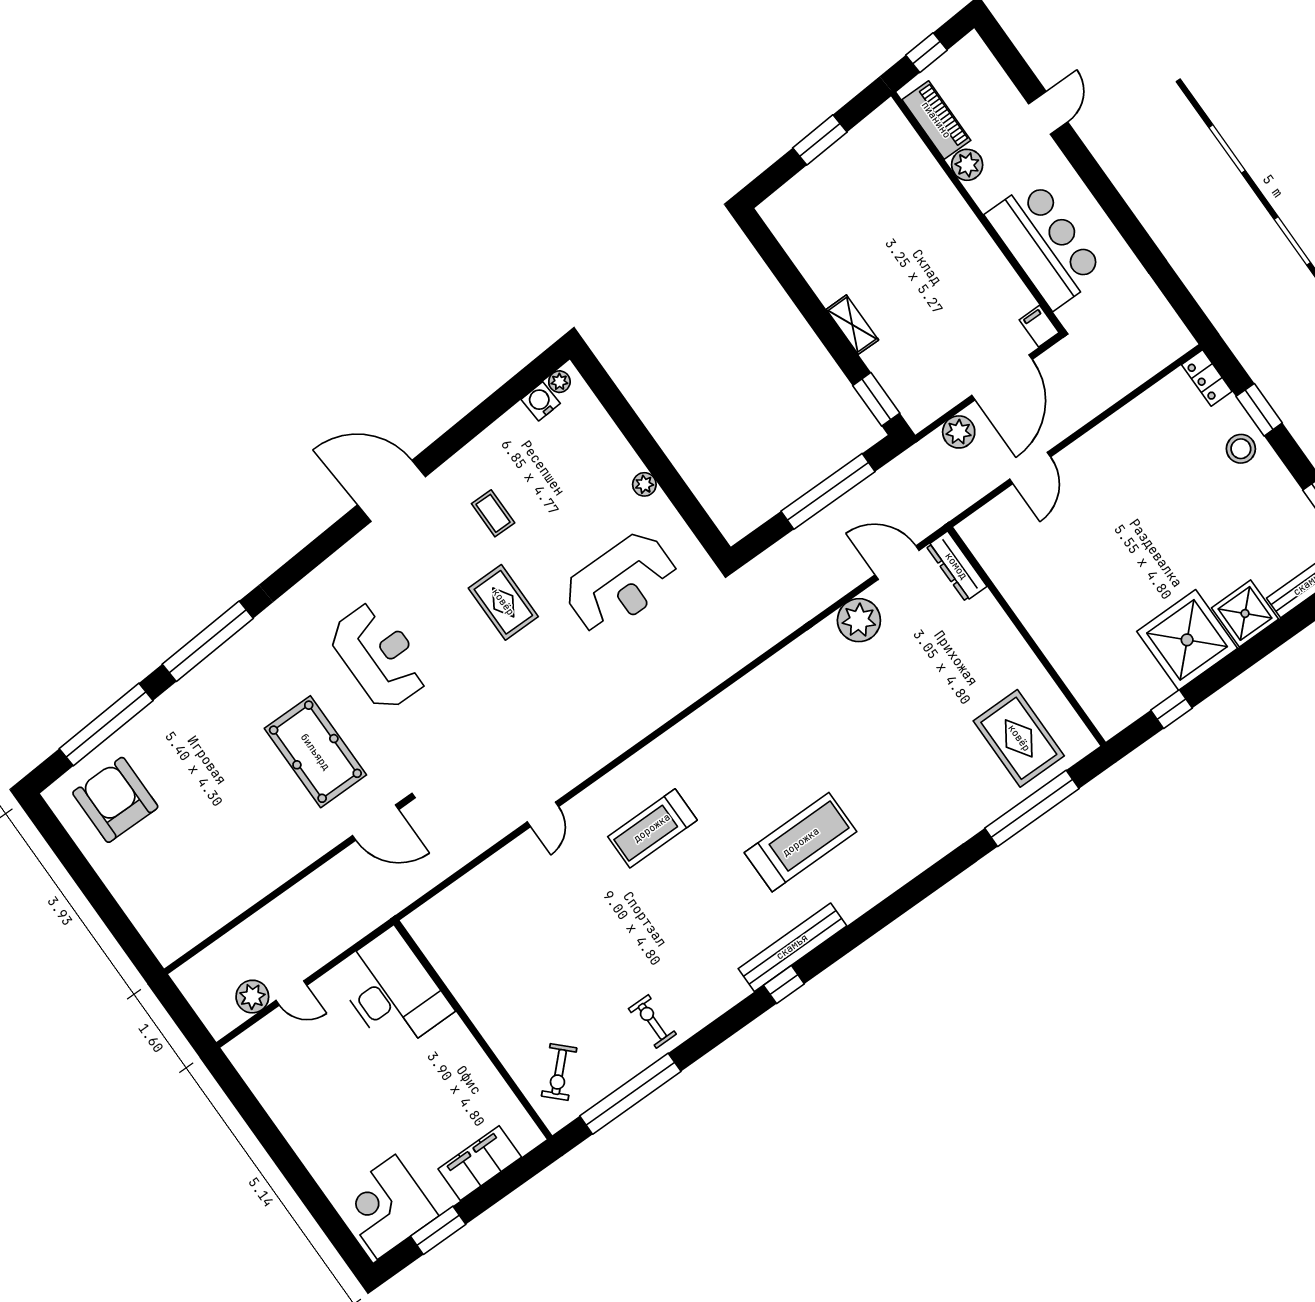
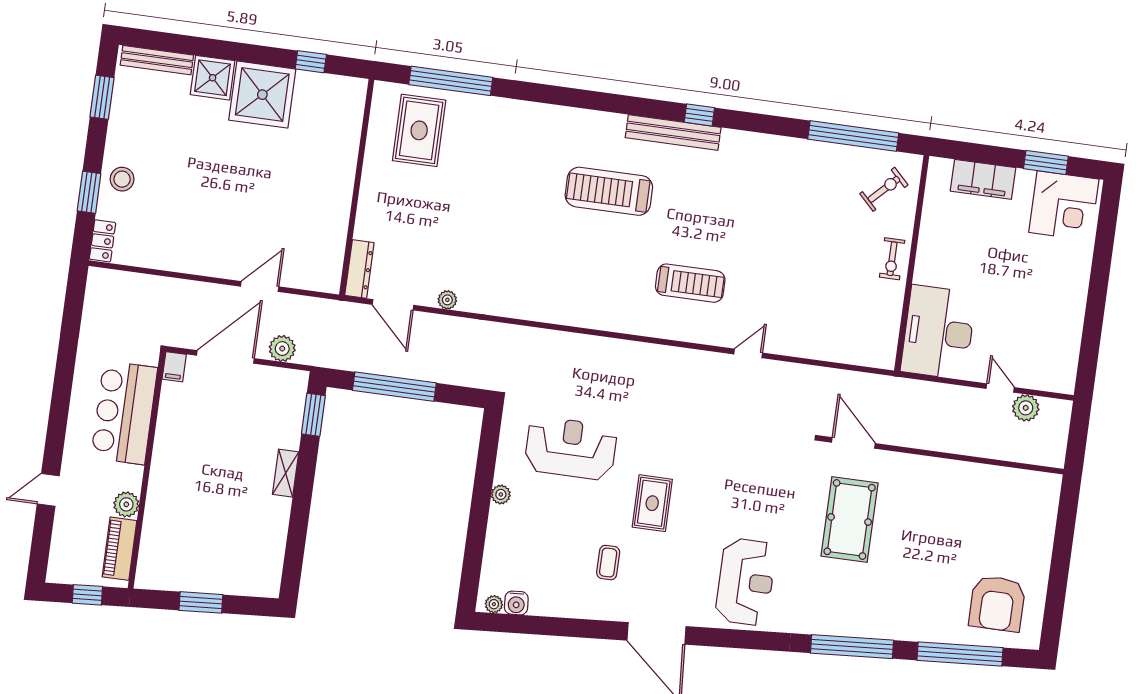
plant: (859, 620) -> (447, 300), width x0.53, depth x0.53
reception desk: (379, 656) -> (746, 582), moved, turned 180
exercise bike: (652, 1021) -> (892, 259), moved

